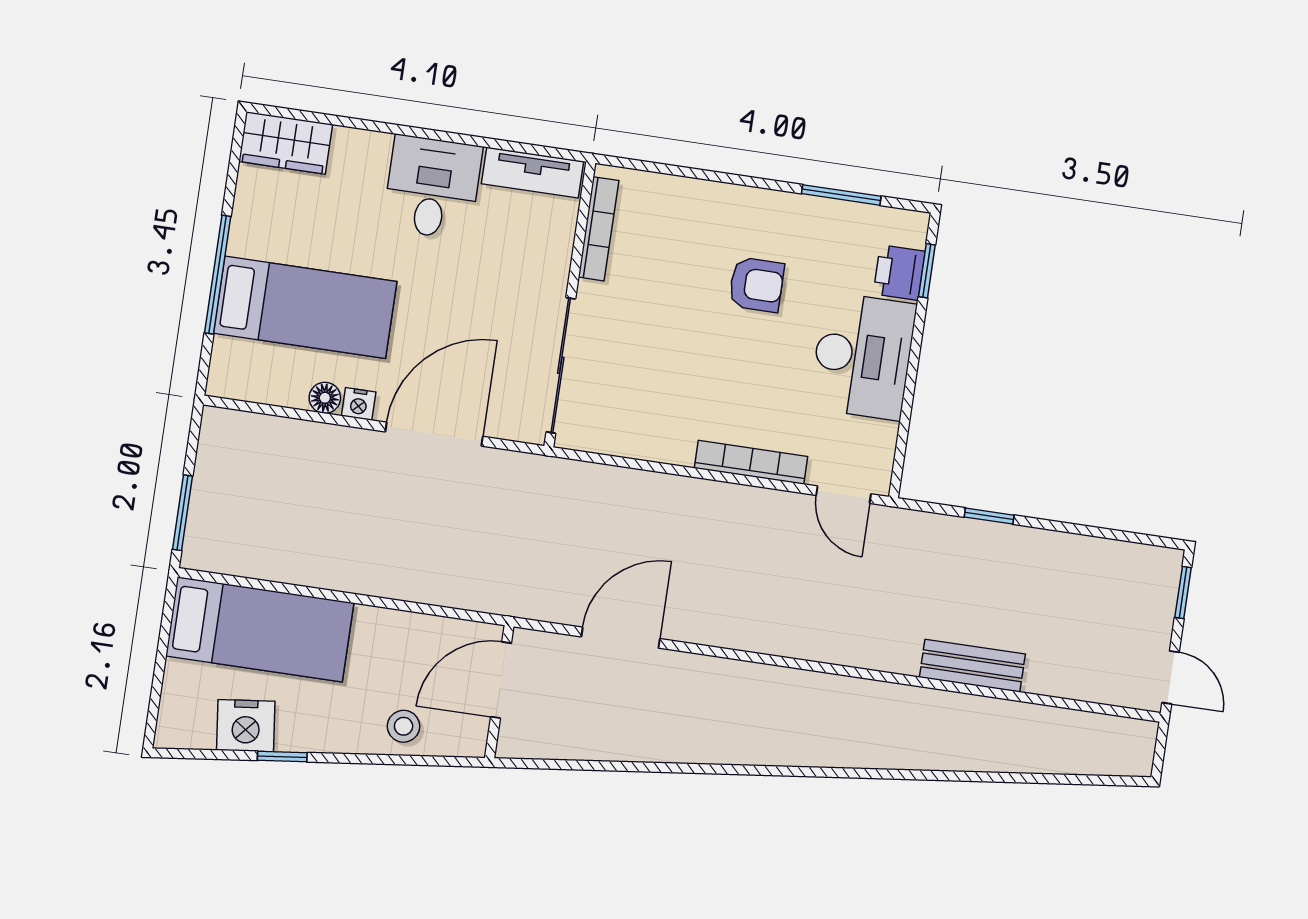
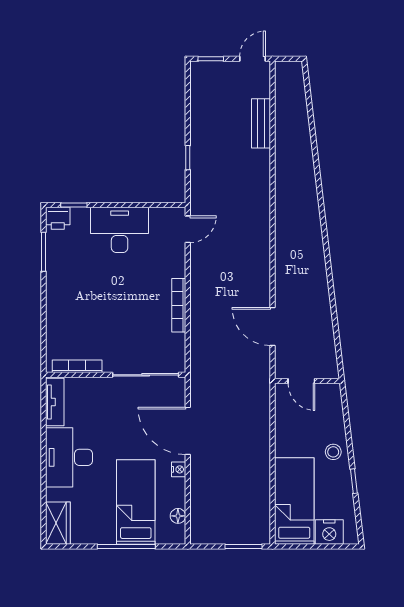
desk: (432, 187) -> (69, 457), width x1.37
printer: (899, 273) -> (58, 218), moved
armchair: (756, 285) -> (93, 286), removed
floor lamp: (325, 398) -> (178, 516), moved
bookcase: (751, 462) -> (179, 305), moved
bench: (972, 666) -> (261, 123), moved
door: (501, 680) -> (301, 381), width x0.73
nightstand: (246, 726) -> (329, 532), moved, turned 97
stool: (404, 726) -> (333, 452), moved

